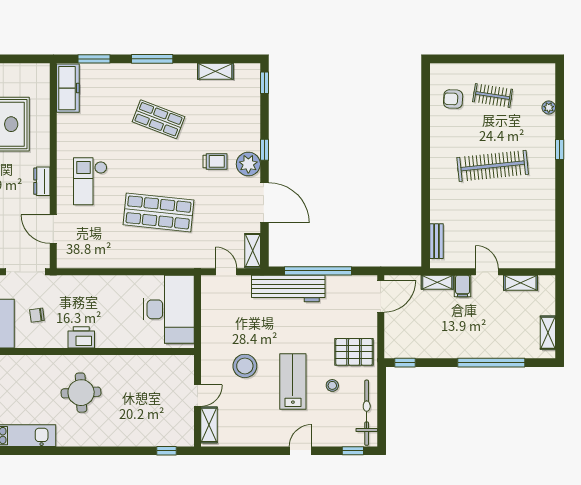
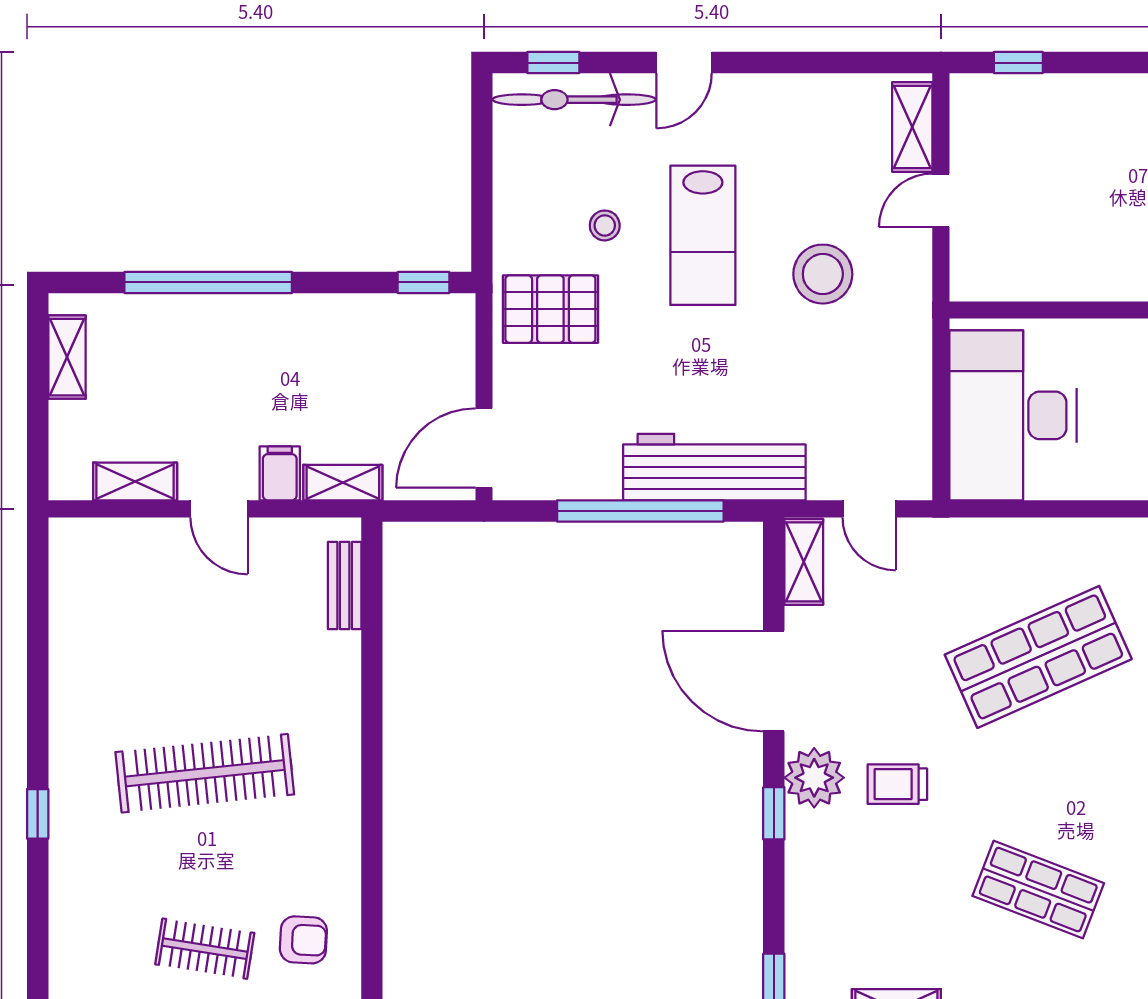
plant: (549, 108) -> (65, 919), removed
shop shelf: (158, 212) -> (1038, 657), turned -30
bicycle: (367, 413) -> (574, 100), moved, turned 90

